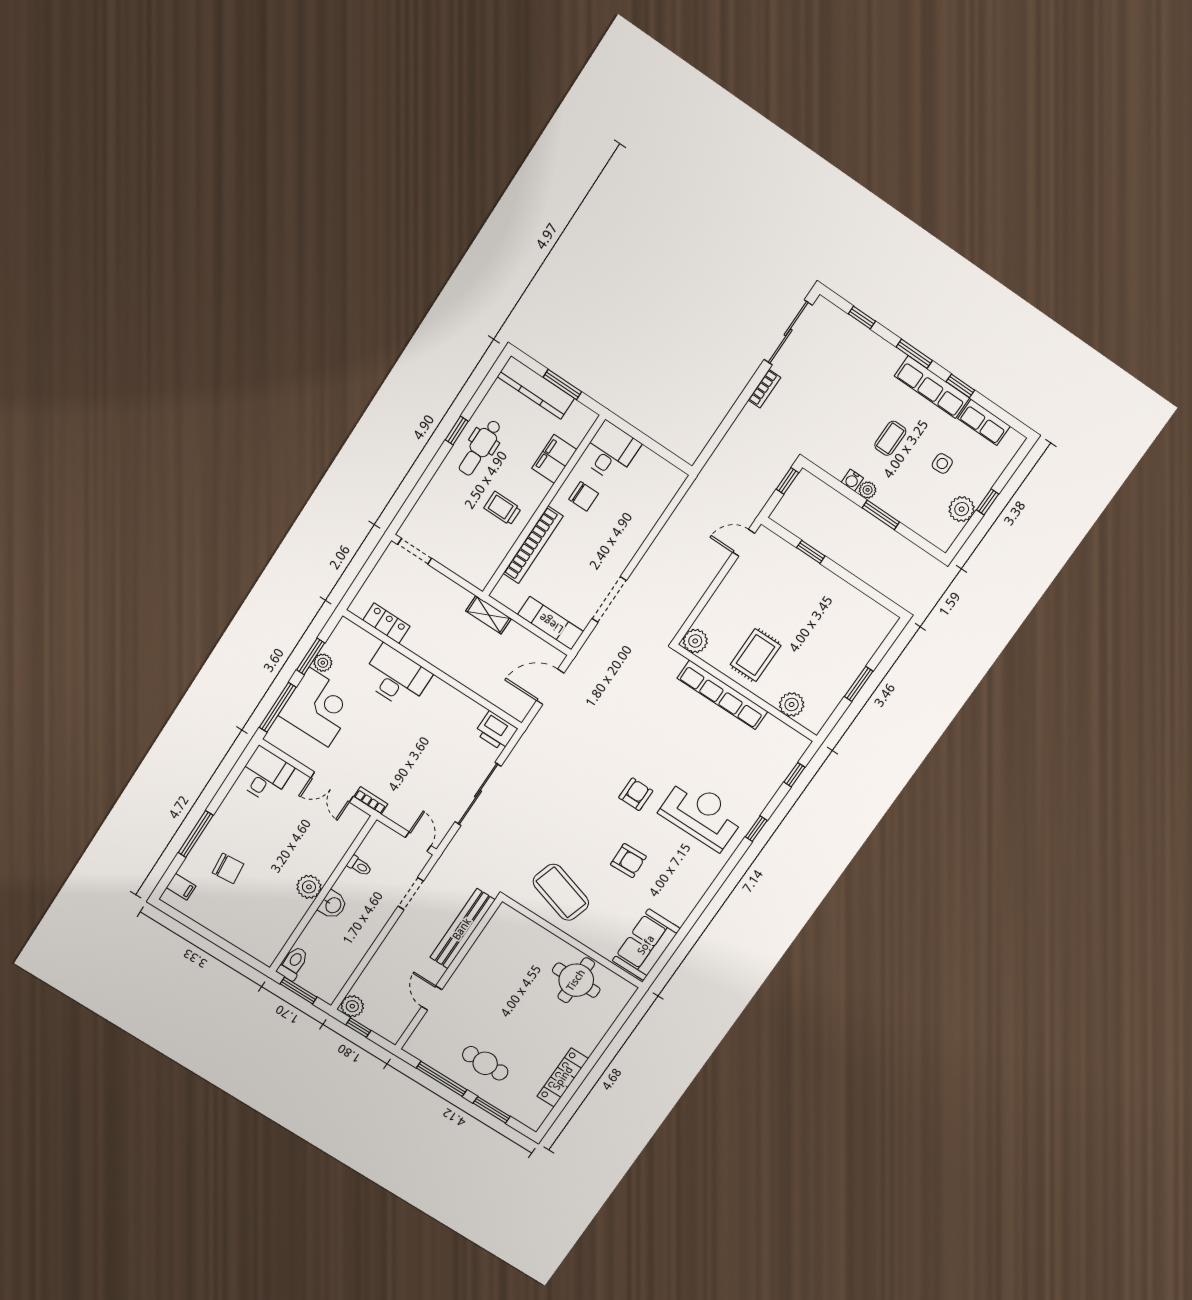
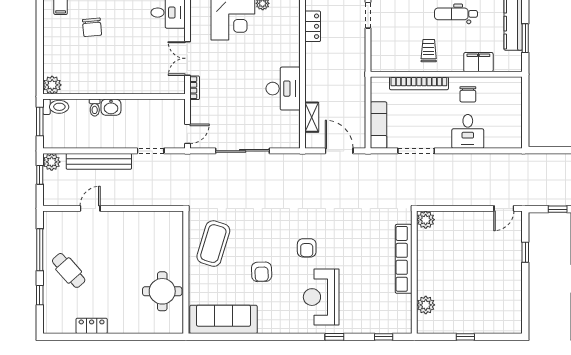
desk: (610, 451) -> (468, 131), moved, turned 90
door: (744, 543) -> (504, 208), swing flipped
shelving: (488, 615) -> (312, 117), moved
rug: (756, 655) -> (441, 262), removed
desk: (396, 677) -> (283, 89), moved
window: (859, 684) -> (465, 337), width x0.67
printer: (496, 731) -> (290, 136), removed
armchair: (636, 794) -> (307, 248), turned 90
reception desk: (702, 814) -> (321, 297), turned 180
toilet: (359, 866) -> (95, 108), moved
plant: (309, 887) -> (52, 85), moved
bench: (462, 929) -> (99, 161), moved
sofa: (646, 945) -> (224, 319), width x1.36
cafe table: (485, 1063) -> (69, 270), turned -42
locker: (563, 1078) -> (92, 326), width x0.66
window: (492, 1110) -> (40, 295), width x0.67

